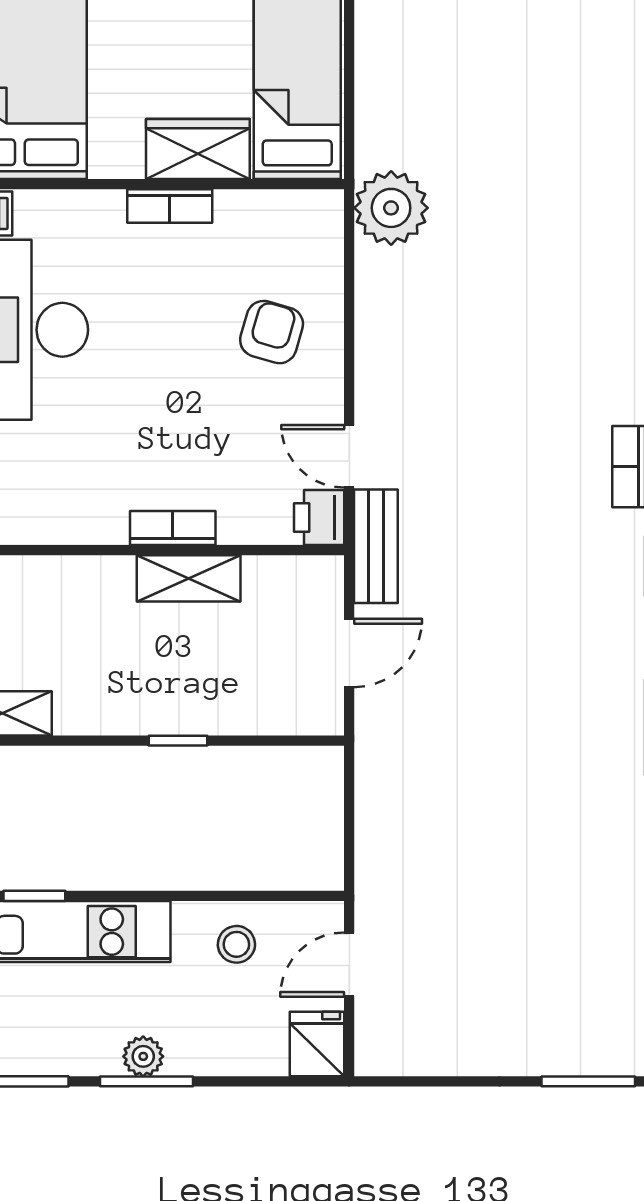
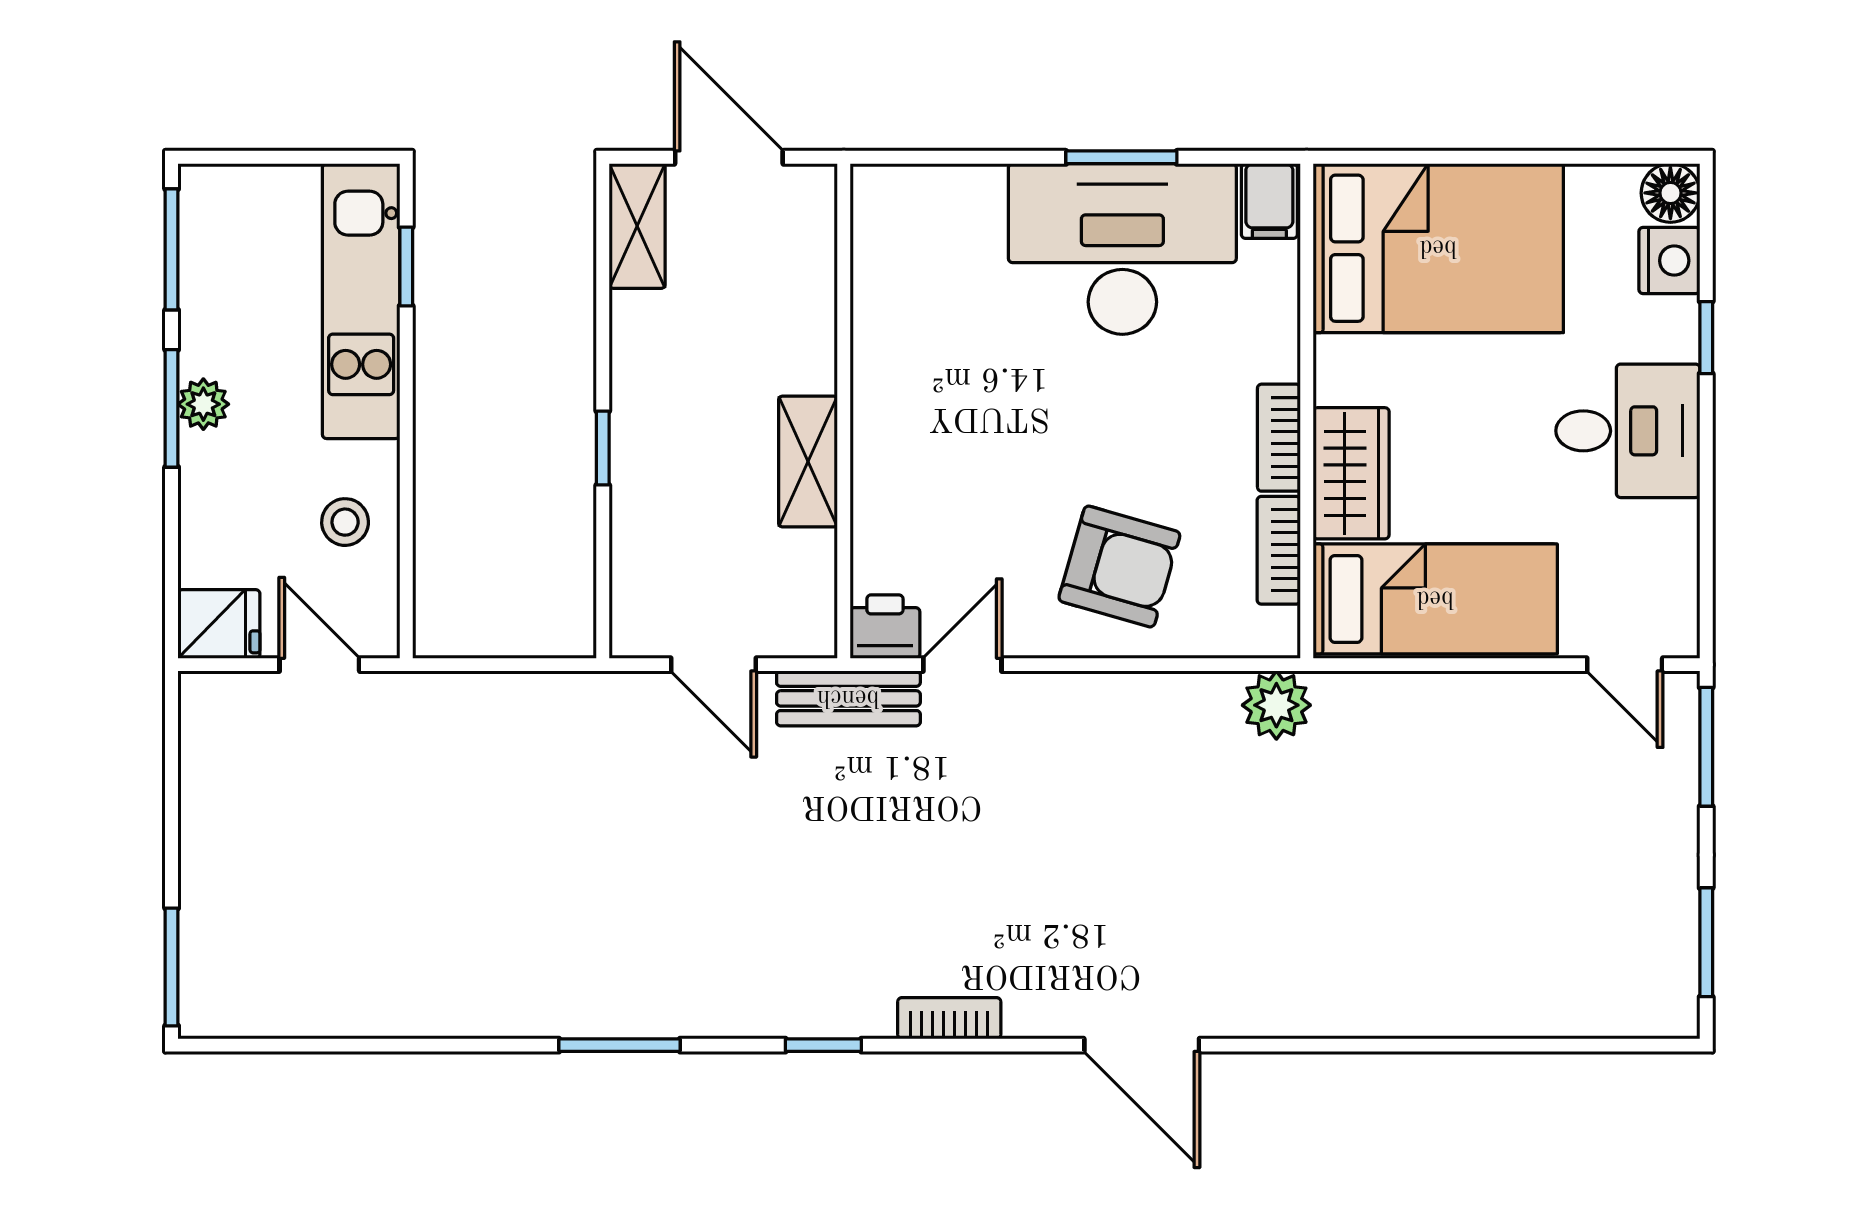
plant: (391, 208) -> (1276, 705), width x0.73, depth x0.73
armchair: (272, 332) -> (1119, 567), width x1.38, depth x1.38
bookcase: (173, 528) -> (1279, 550), moved, turned 180

